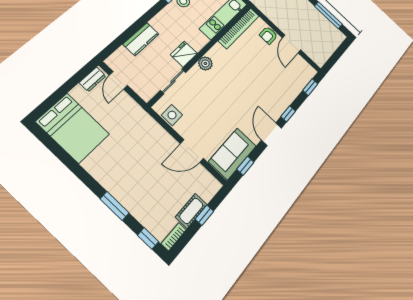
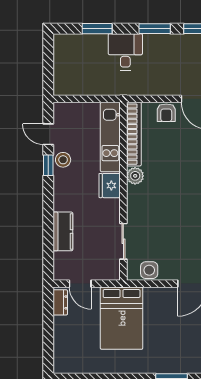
fridge: (184, 54) -> (110, 186), moved
plant: (205, 63) -> (135, 176), moved
bed: (73, 128) -> (122, 318), moved, turned 90

